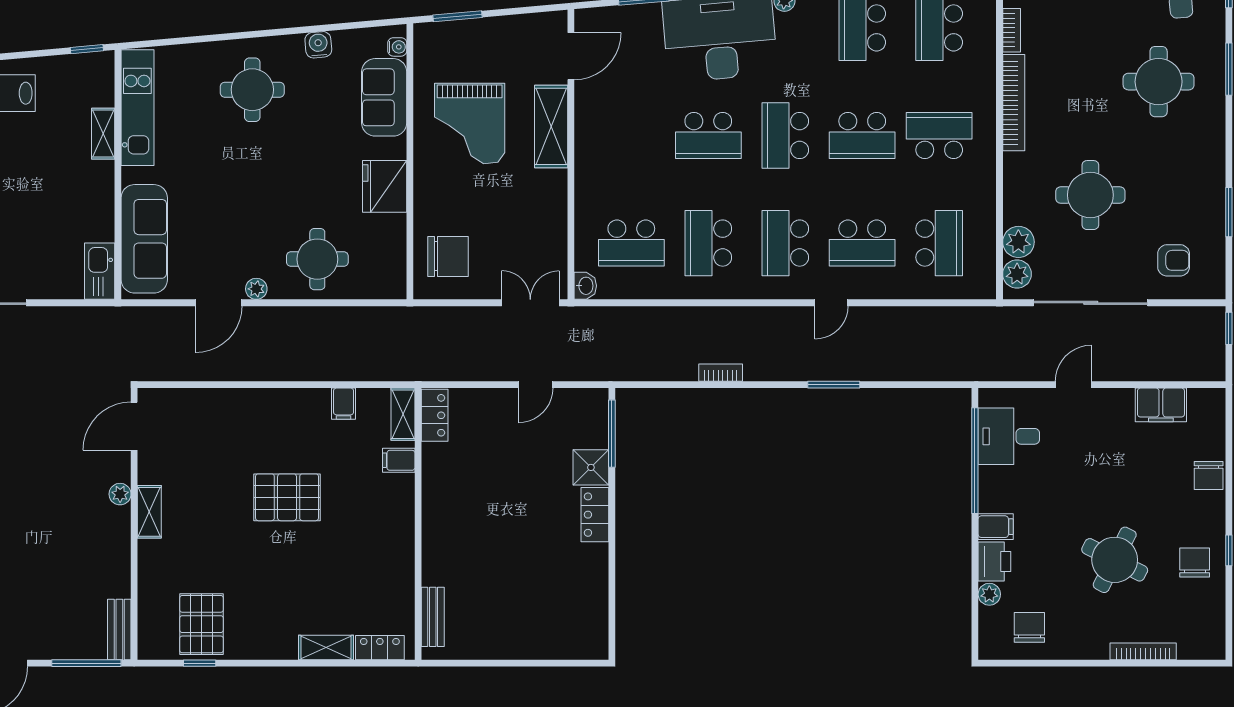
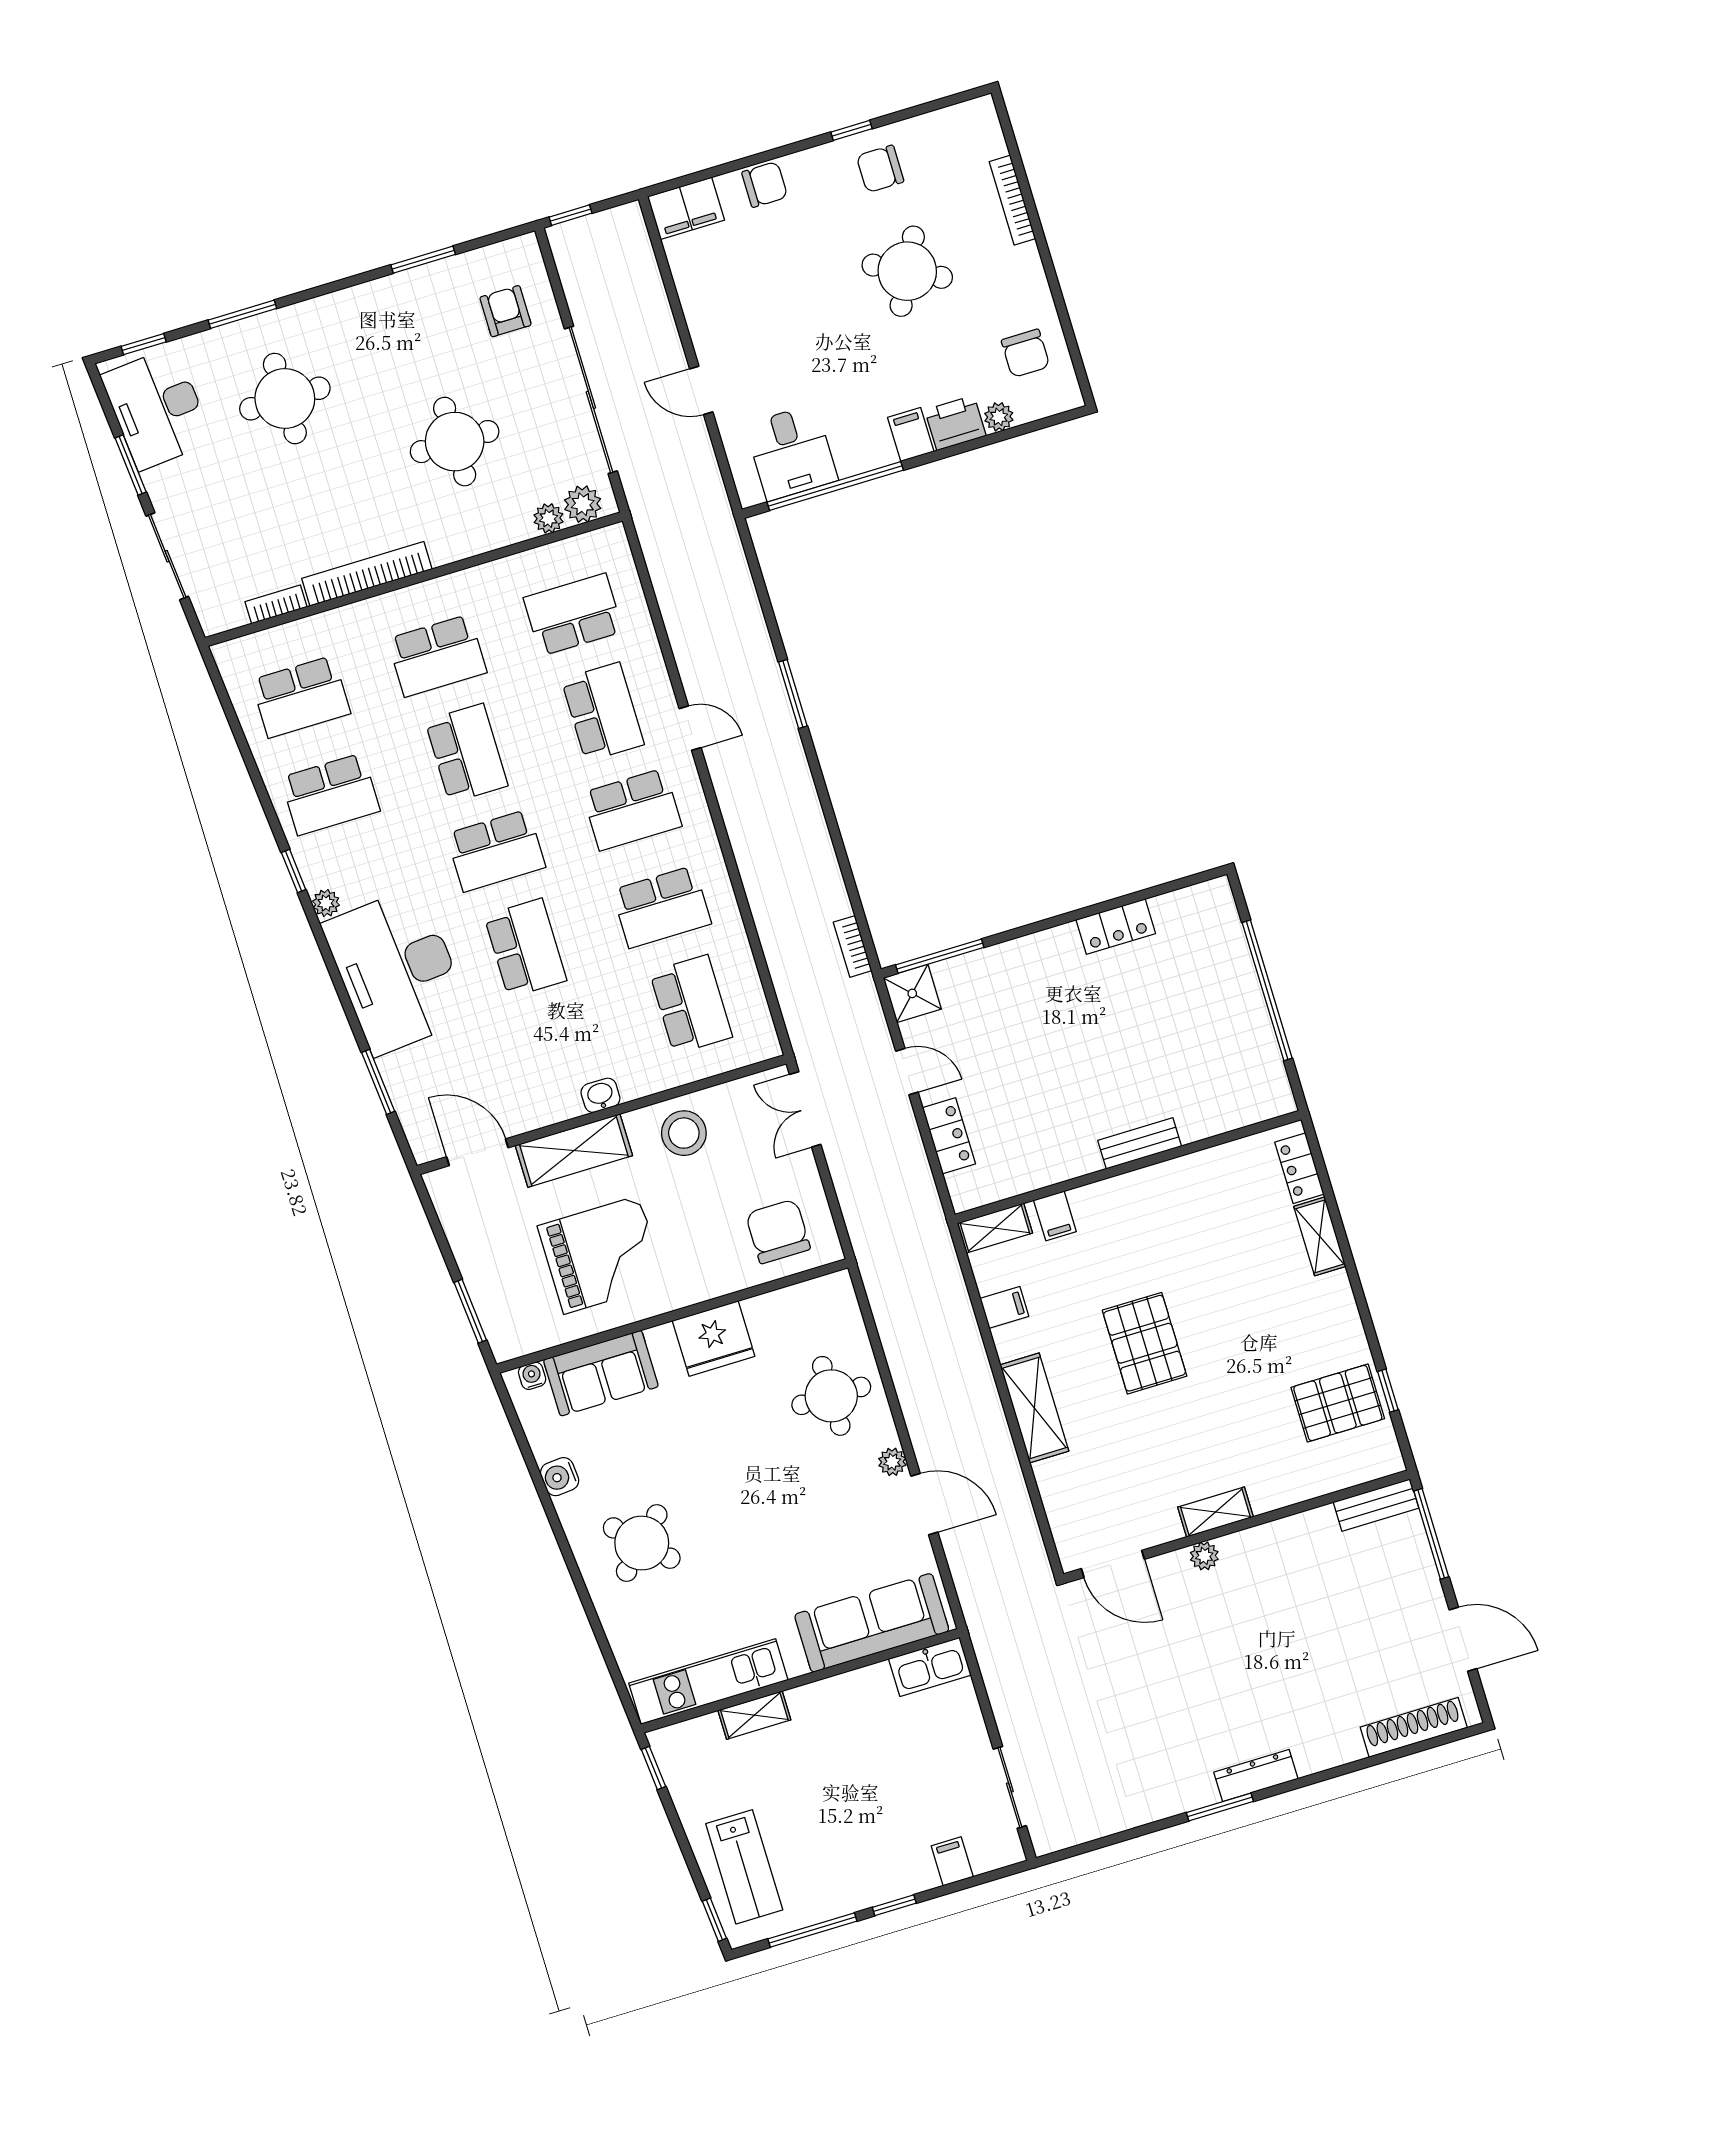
round table: (252, 90) -> (642, 1543), turned 45
school desk: (939, 135) -> (437, 656), turned -90
stool: (540, 210) -> (684, 1133), added
plant: (1018, 242) -> (549, 518), width x0.73, depth x0.73
washbasin: (585, 286) -> (600, 1095), moved
bookcase: (721, 373) -> (853, 946), moved
shelving: (264, 403) -> (1034, 1408), added
filing cabinet: (1161, 405) -> (686, 208), moved, turned 90
locker: (435, 415) -> (949, 1136), moved, turned 90
shower: (591, 467) -> (912, 993), moved
locker: (595, 515) -> (1116, 927), moved
bench: (433, 617) -> (1140, 1143), moved
chair: (1029, 627) -> (1025, 353), turned -90
window: (516, 663) -> (1267, 990), added

